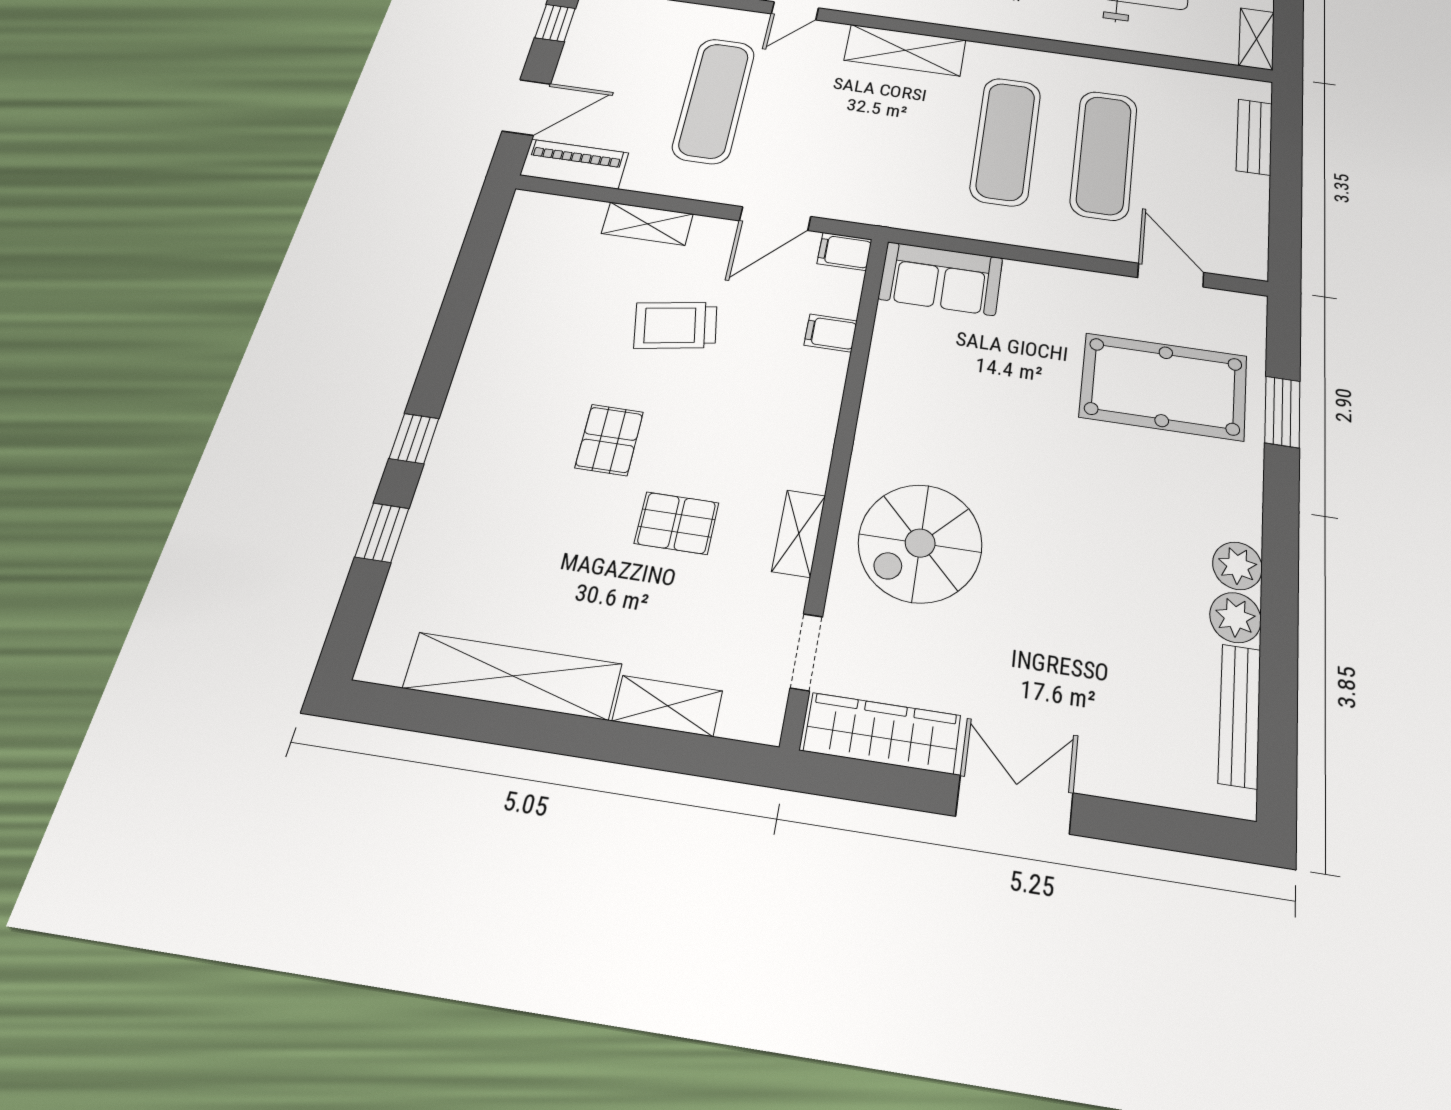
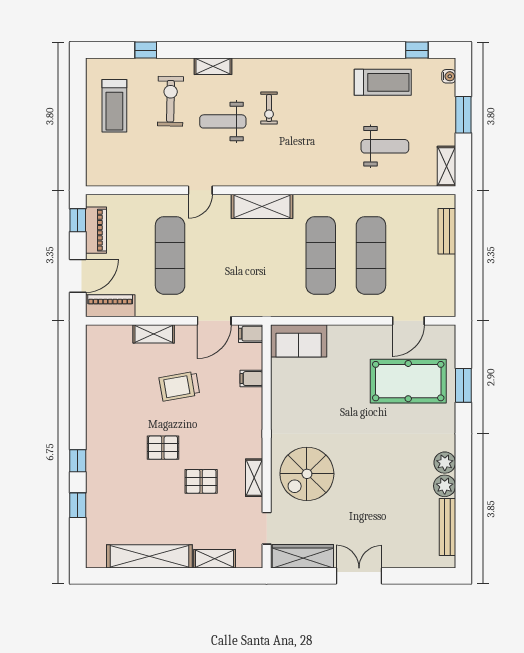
piano: (584, 42) -> (96, 230), added
door: (1171, 275) -> (408, 321), swing flipped
pallet: (609, 440) -> (163, 448), turned 90

